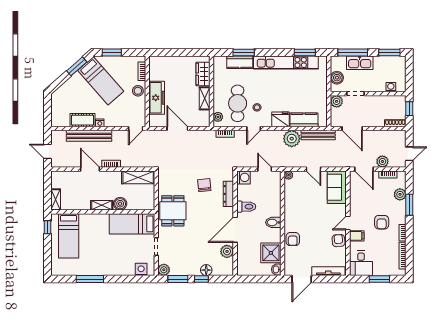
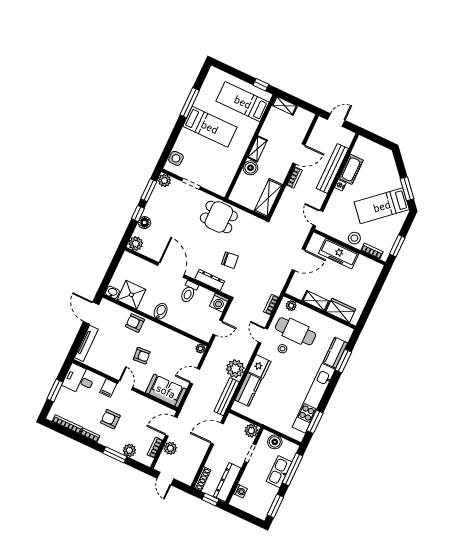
window: (112, 52) -> (397, 246), moved
dresser: (388, 101) -> (227, 482), added
bed: (132, 224) -> (210, 127), moved, turned 90
armchair: (338, 241) -> (142, 356), moved
plant: (227, 251) -> (136, 244), moved

